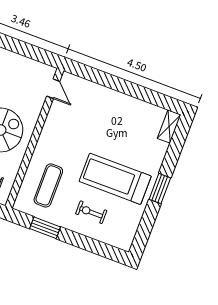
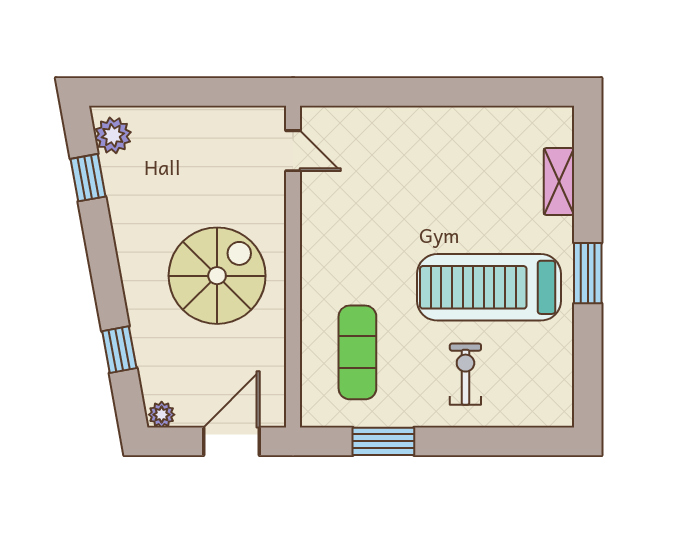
shelving: (169, 127) -> (559, 182), moved
exercise bike: (91, 212) -> (465, 374), turned 90

